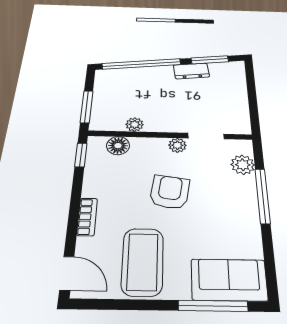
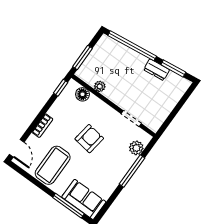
plant: (177, 145) -> (112, 114), removed

